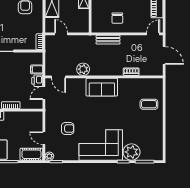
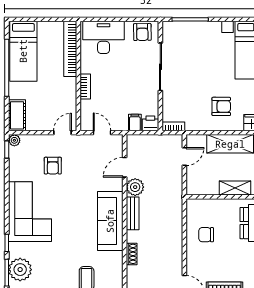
bench: (108, 40) -> (133, 213), moved
door: (59, 77) -> (125, 167), moved
printer: (37, 81) -> (150, 123), moved
sofa: (102, 87) -> (110, 221), width x1.36
door: (44, 138) -> (62, 133), moved
plant: (132, 152) -> (20, 270), moved

